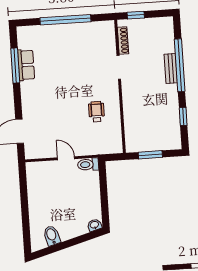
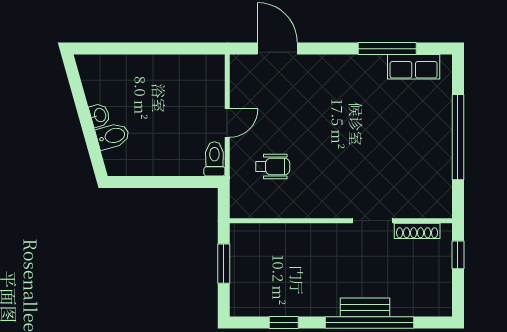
row of seats: (26, 65) -> (414, 67), moved
wheelchair: (96, 112) -> (273, 166), moved
washbasin: (94, 225) -> (100, 115), moved
bidet: (52, 236) -> (113, 136), moved

